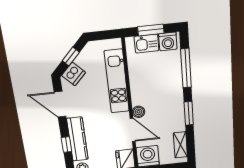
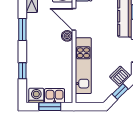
window: (186, 68) -> (22, 71), width x0.46

